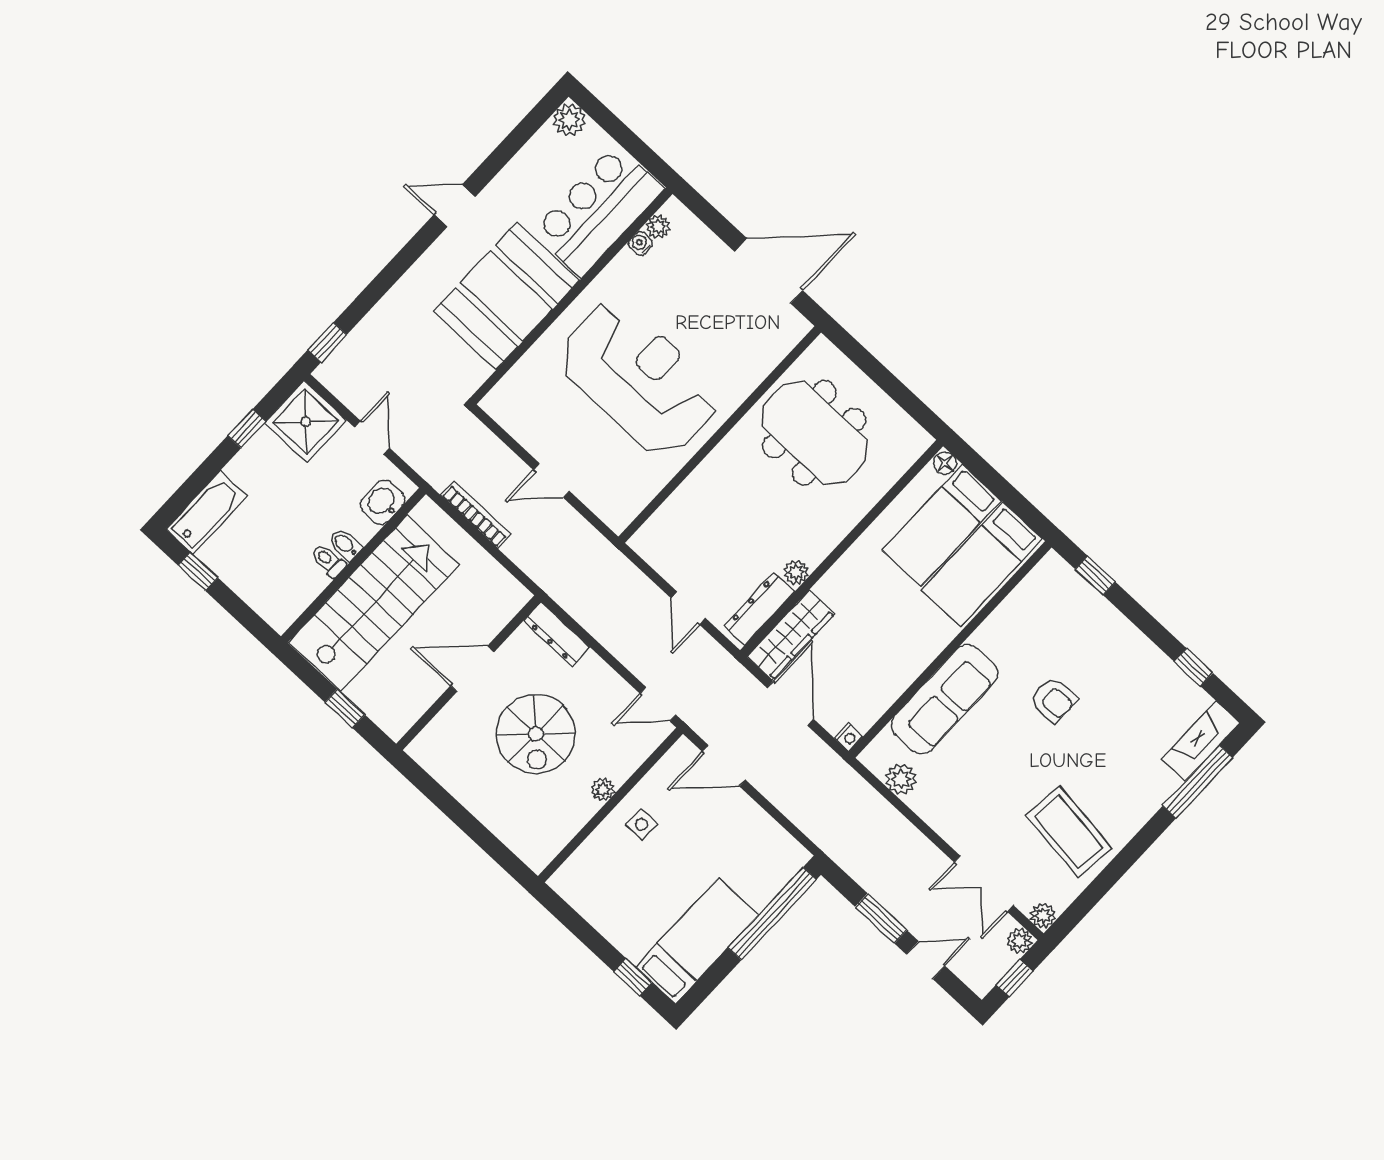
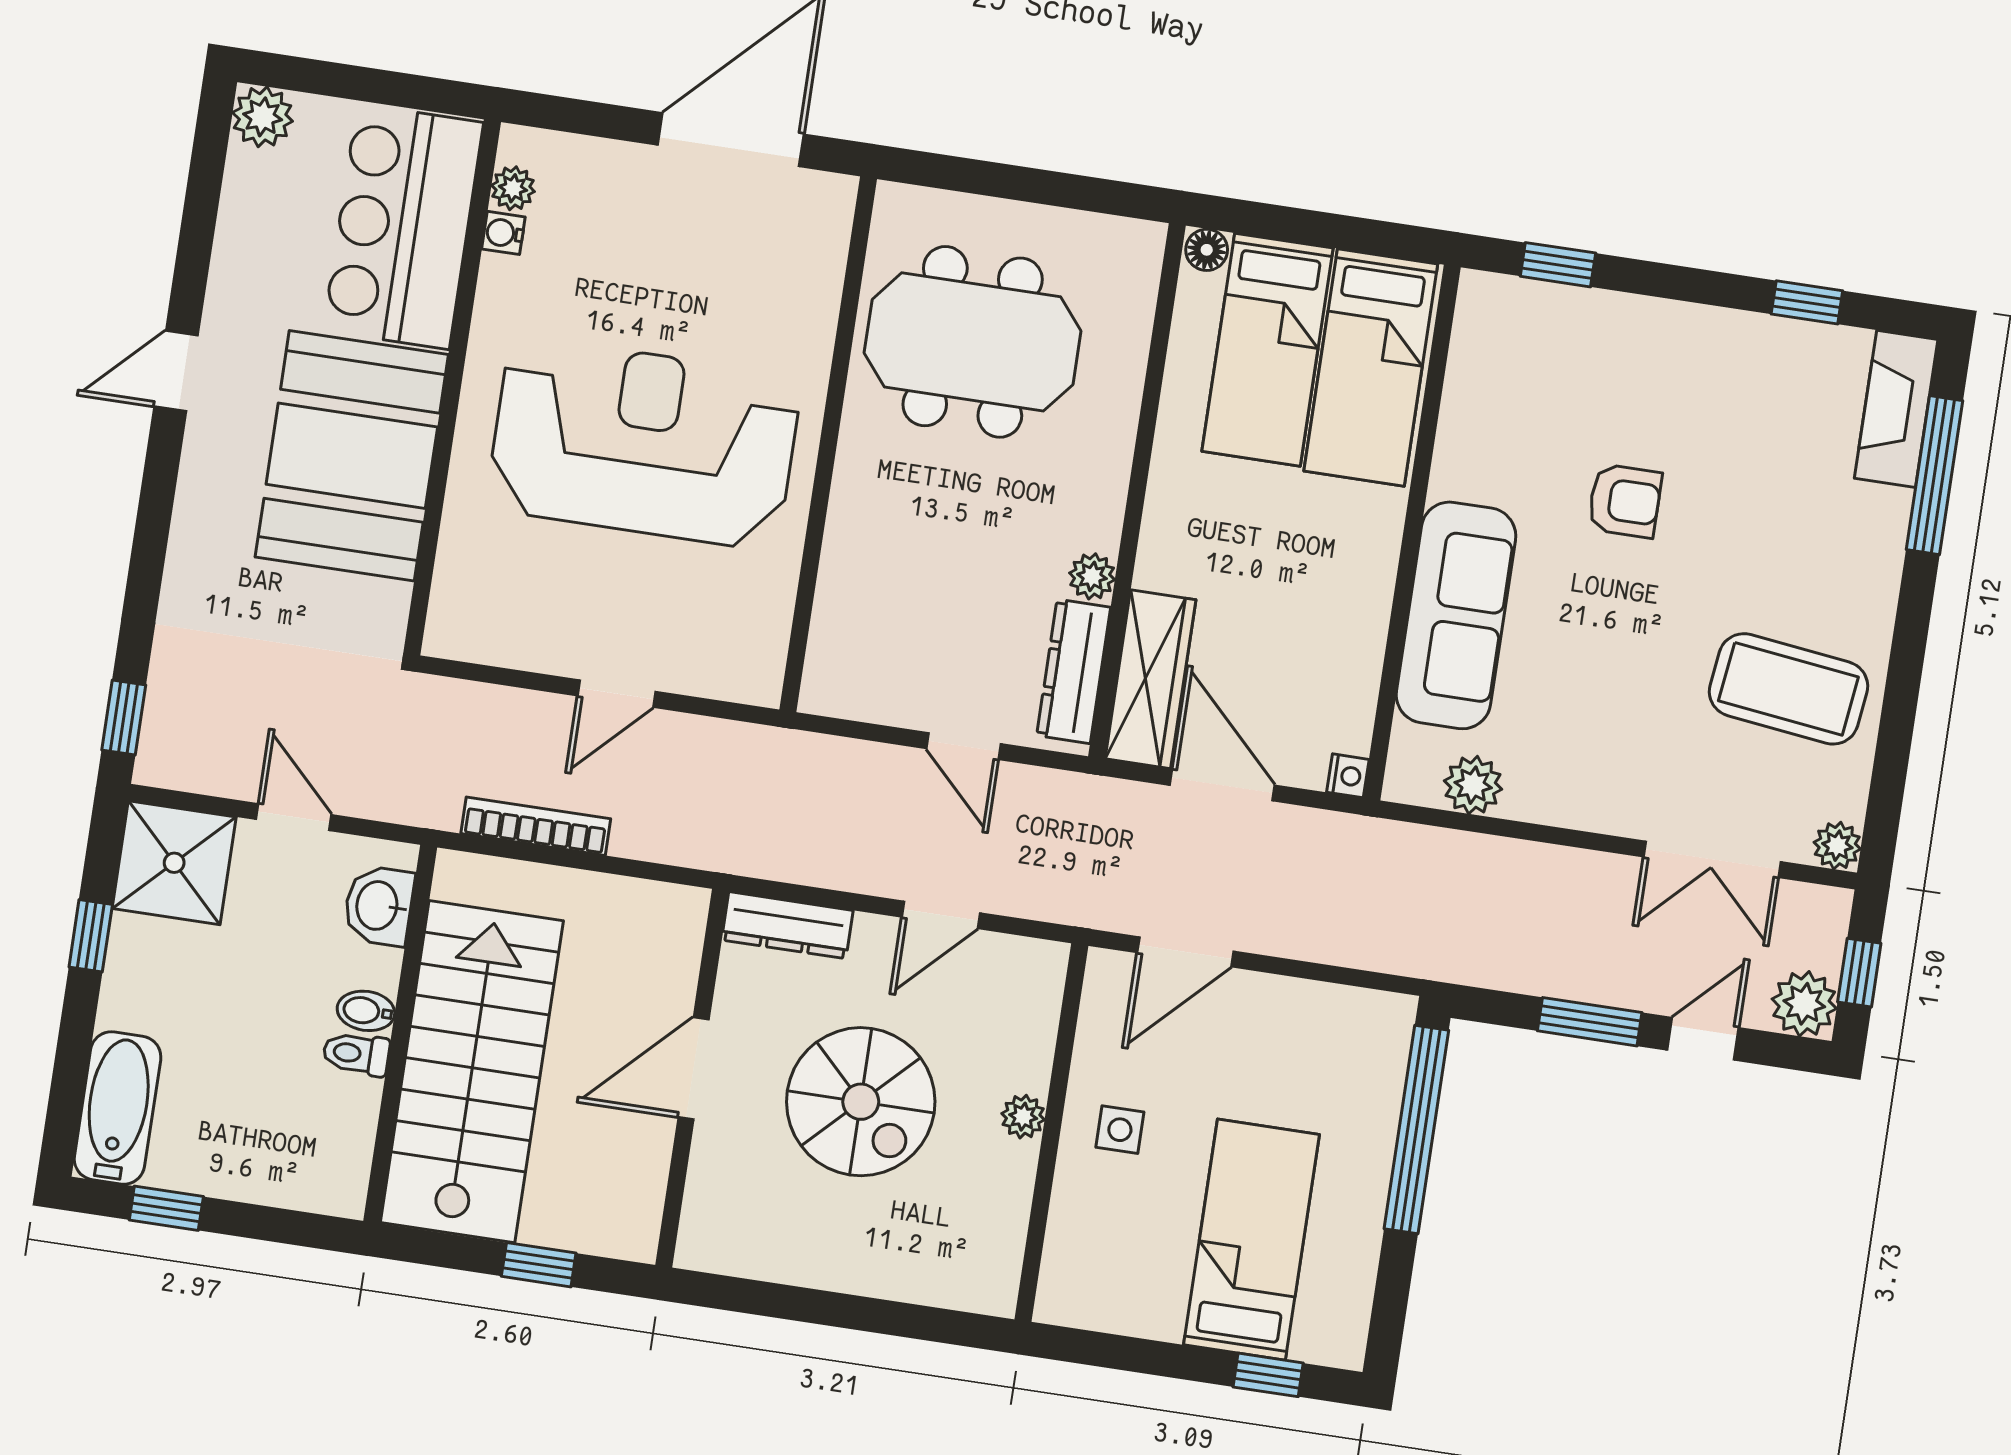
door: (658, 704) -> (941, 915), moved
bed: (697, 941) -> (1251, 1240), moved
plant: (1020, 941) -> (1804, 1004), moved, width x1.38, depth x1.38

